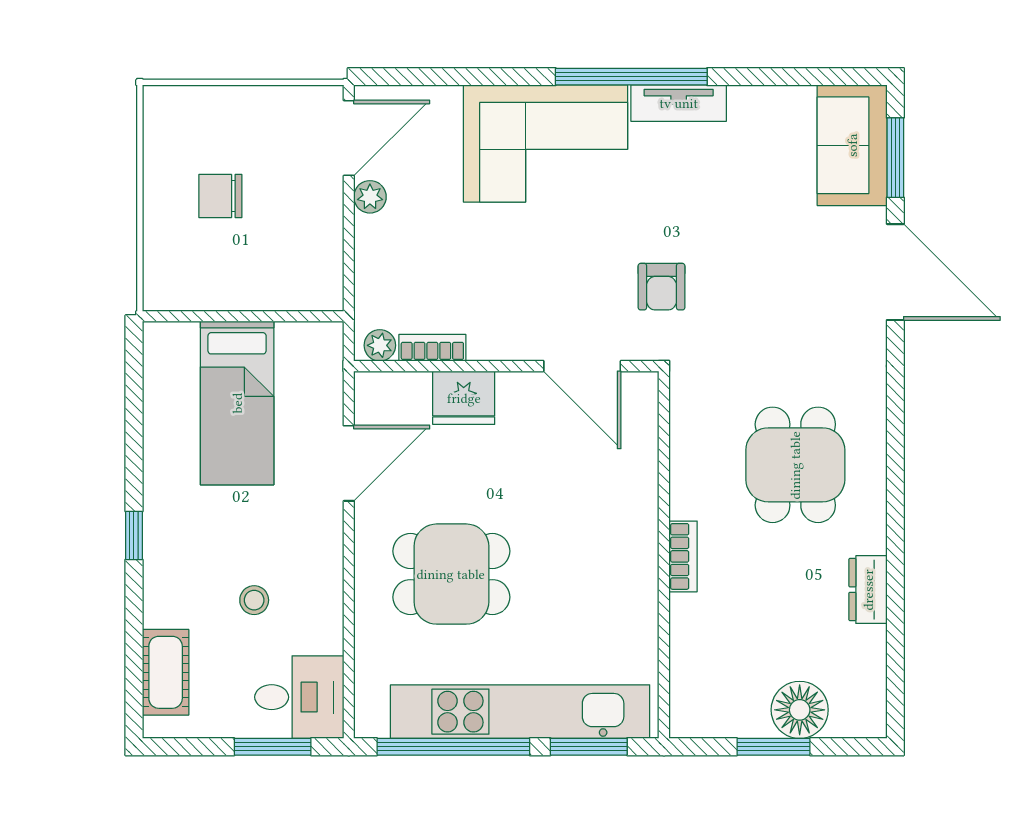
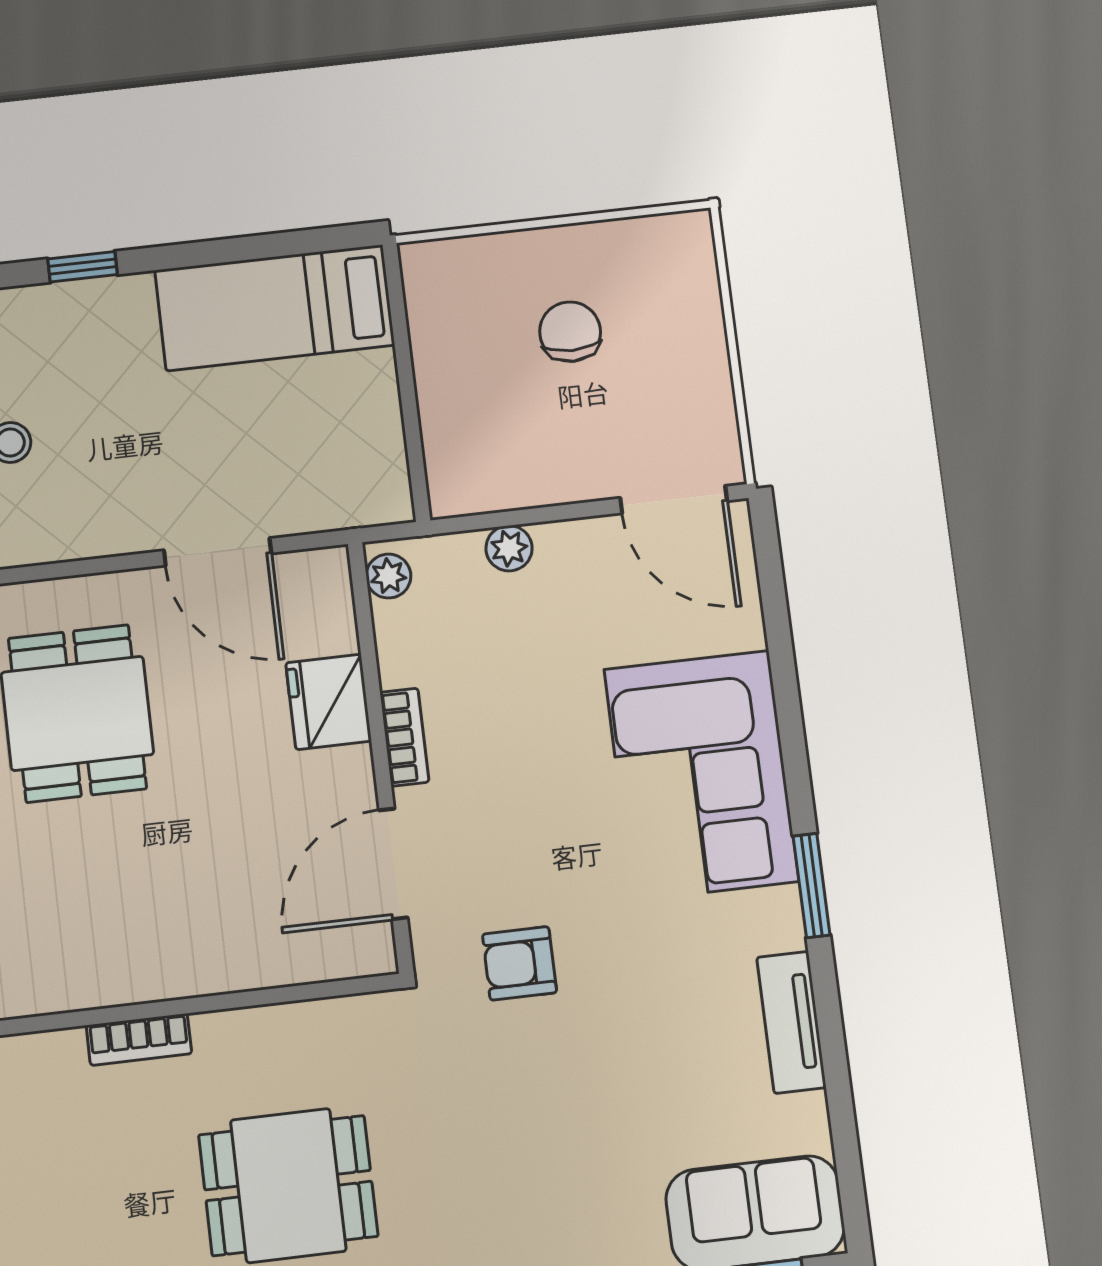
window: (631, 77) -> (812, 886), width x0.47
tv unit: (679, 103) -> (791, 1022), moved
plant: (370, 197) -> (509, 548), moved
bookcase: (432, 348) -> (404, 737), moved
bed: (237, 403) -> (275, 308), moved

